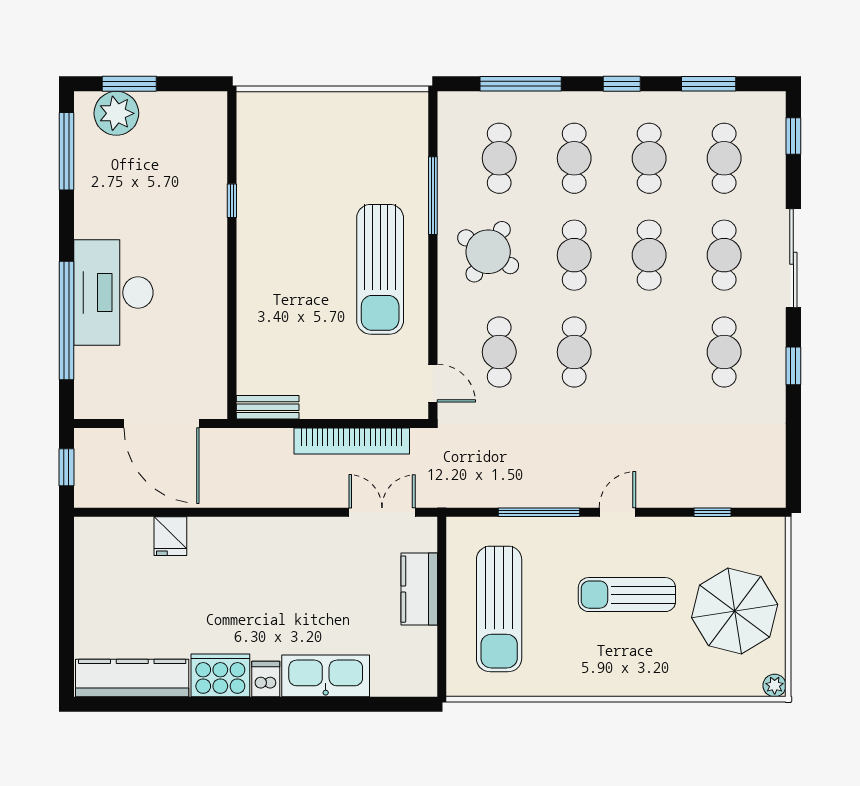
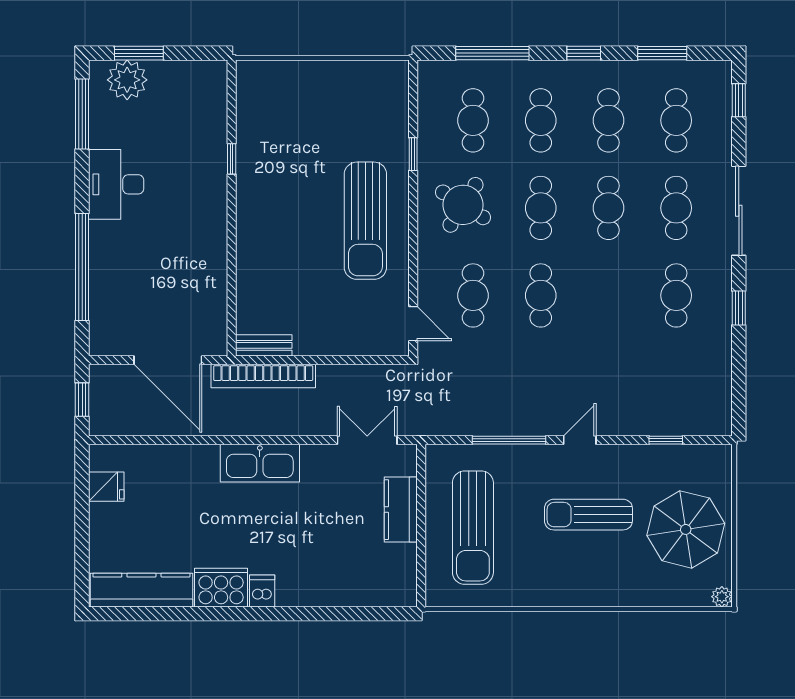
window: (433, 196) -> (413, 154), width x0.46
desk: (113, 293) -> (116, 184), moved, width x0.73, depth x0.77
bookcase: (352, 441) -> (263, 376), moved
fridge: (170, 536) -> (106, 487), moved, turned -90
kitchen sink: (326, 676) -> (260, 463), moved, turned 180

